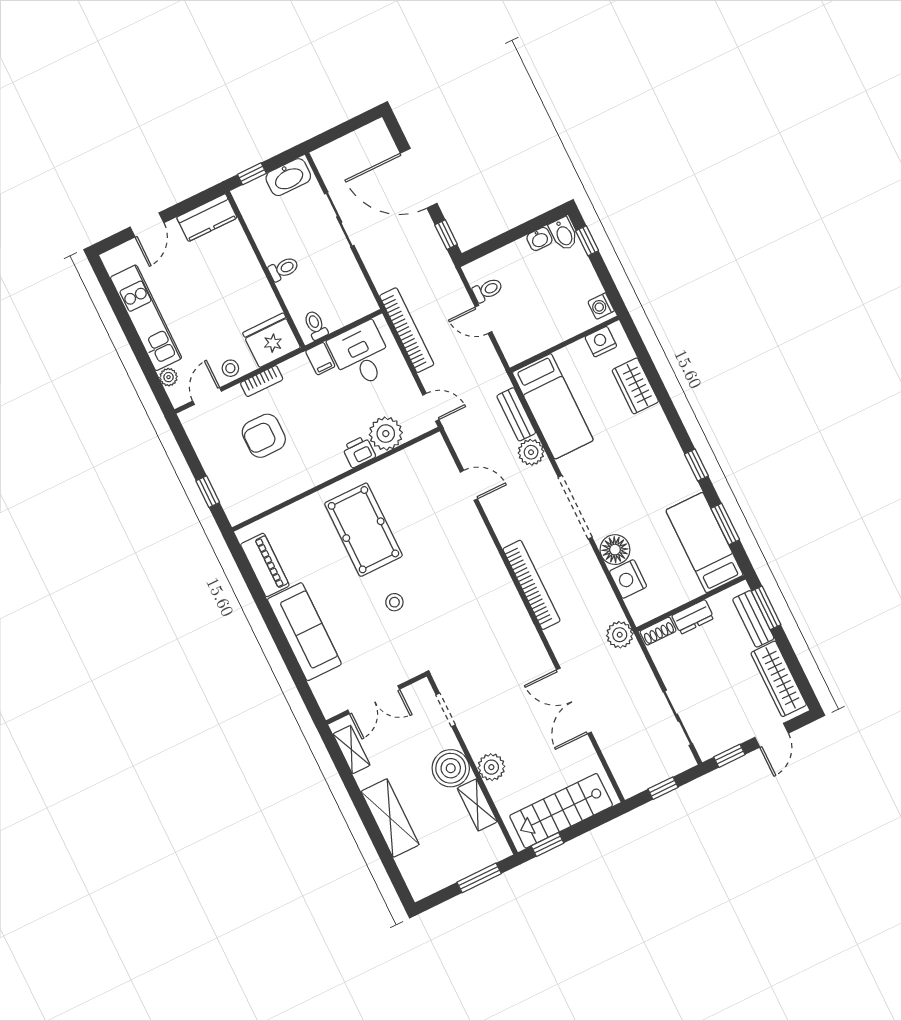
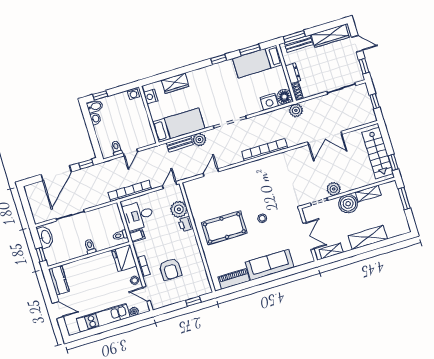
floor lamp: (615, 550) -> (284, 97), moved
plant: (491, 767) -> (334, 189), moved

